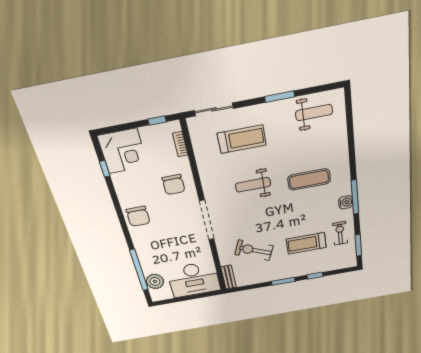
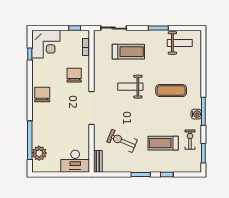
chair: (174, 185) -> (74, 75), turned 180
chair: (138, 216) -> (42, 95), turned 180
desk: (194, 280) -> (75, 161), width x0.73, depth x0.77

